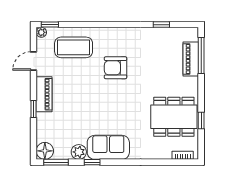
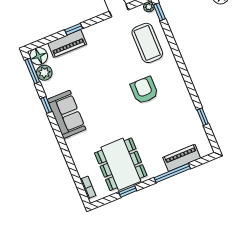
window: (201, 56) -> (172, 173), moved
piano: (44, 94) -> (67, 44), moved
plant: (79, 152) -> (44, 73), moved

